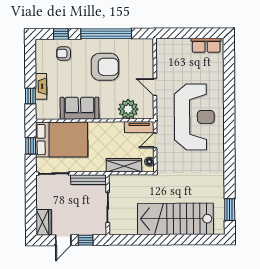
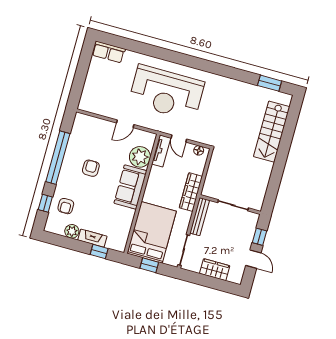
row of seats: (206, 45) -> (109, 52), moved, turned 90
plant: (42, 66) -> (72, 231), added
armchair: (105, 67) -> (91, 168), width x0.53, depth x0.53
sofa: (80, 108) -> (130, 187), moved
reception desk: (194, 117) -> (166, 93), turned 180
wardrobe: (124, 165) -> (191, 192), moved
stairs: (175, 219) -> (272, 132), width x0.73, depth x0.66
wardrobe: (44, 222) -> (215, 270), moved

